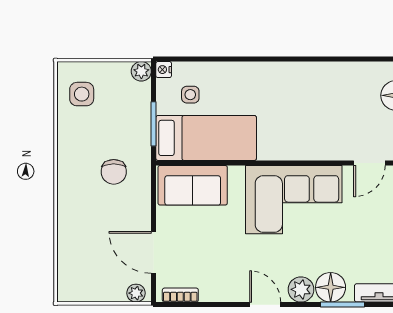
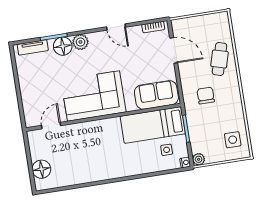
cafe table: (82, 227) -> (220, 59), added
plant: (136, 293) -> (180, 24), removed
door: (265, 305) -> (116, 27), moved

